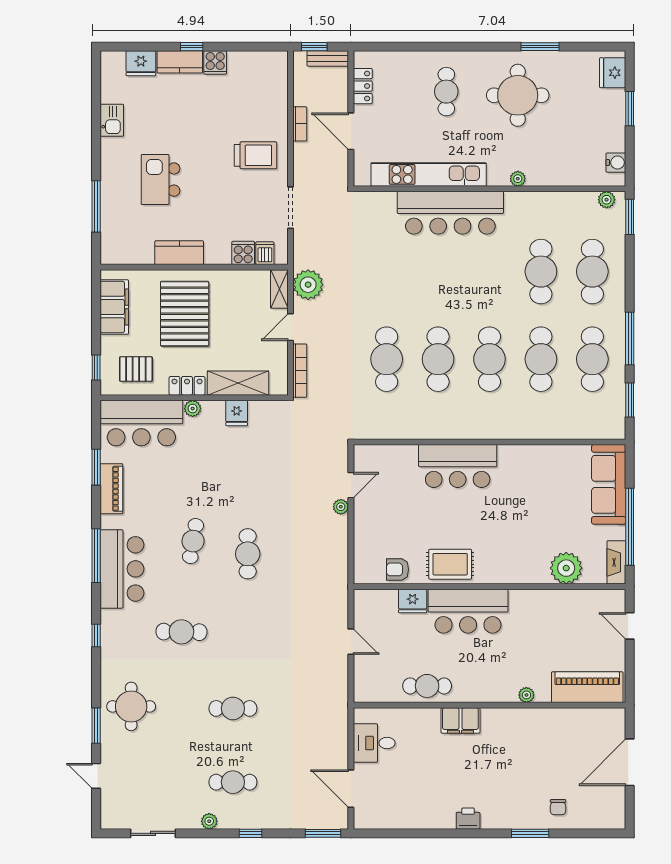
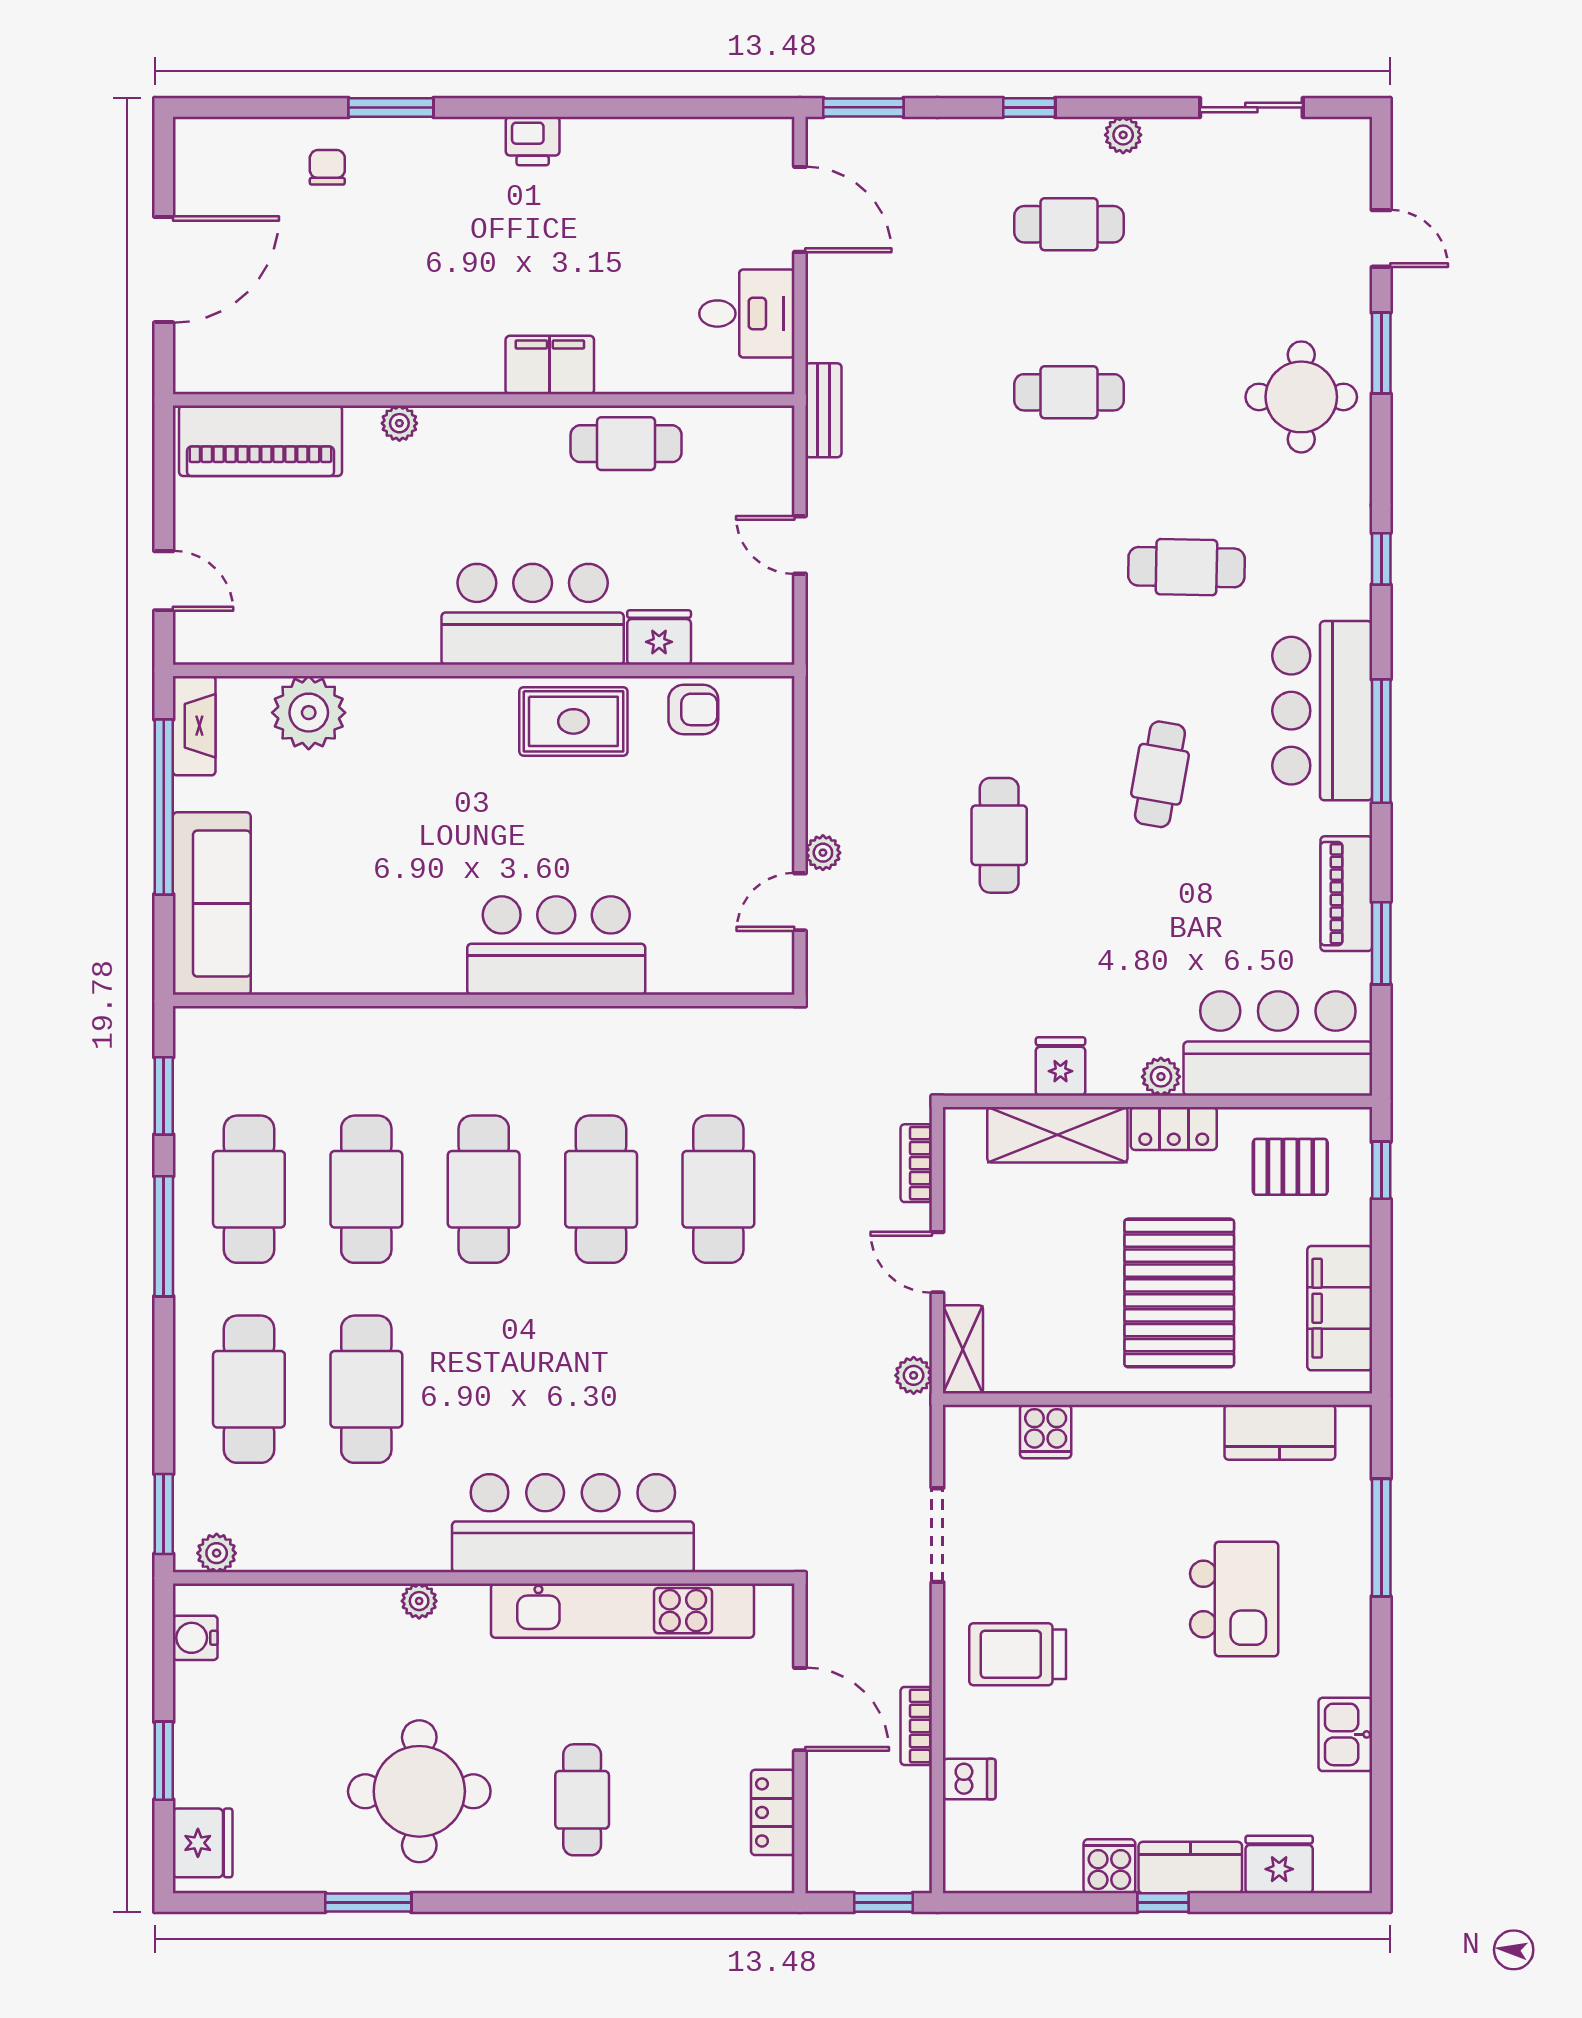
bench: (328, 58) -> (823, 410), moved, turned 90
kitchen counter: (179, 253) -> (1280, 1432), moved
dishwasher: (265, 253) -> (969, 1779), moved, turned -90
plant: (308, 285) -> (914, 1375), width x0.53, depth x0.53
door: (291, 327) -> (937, 1262), swing flipped
bookcase: (300, 371) -> (916, 1163), width x0.64
cafe table: (248, 554) -> (999, 835), moved

